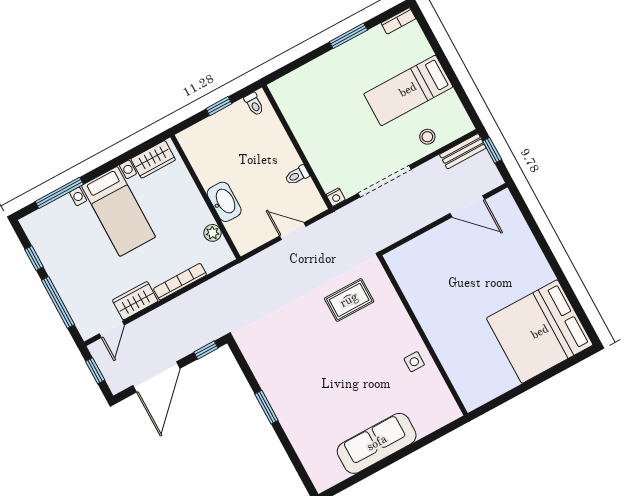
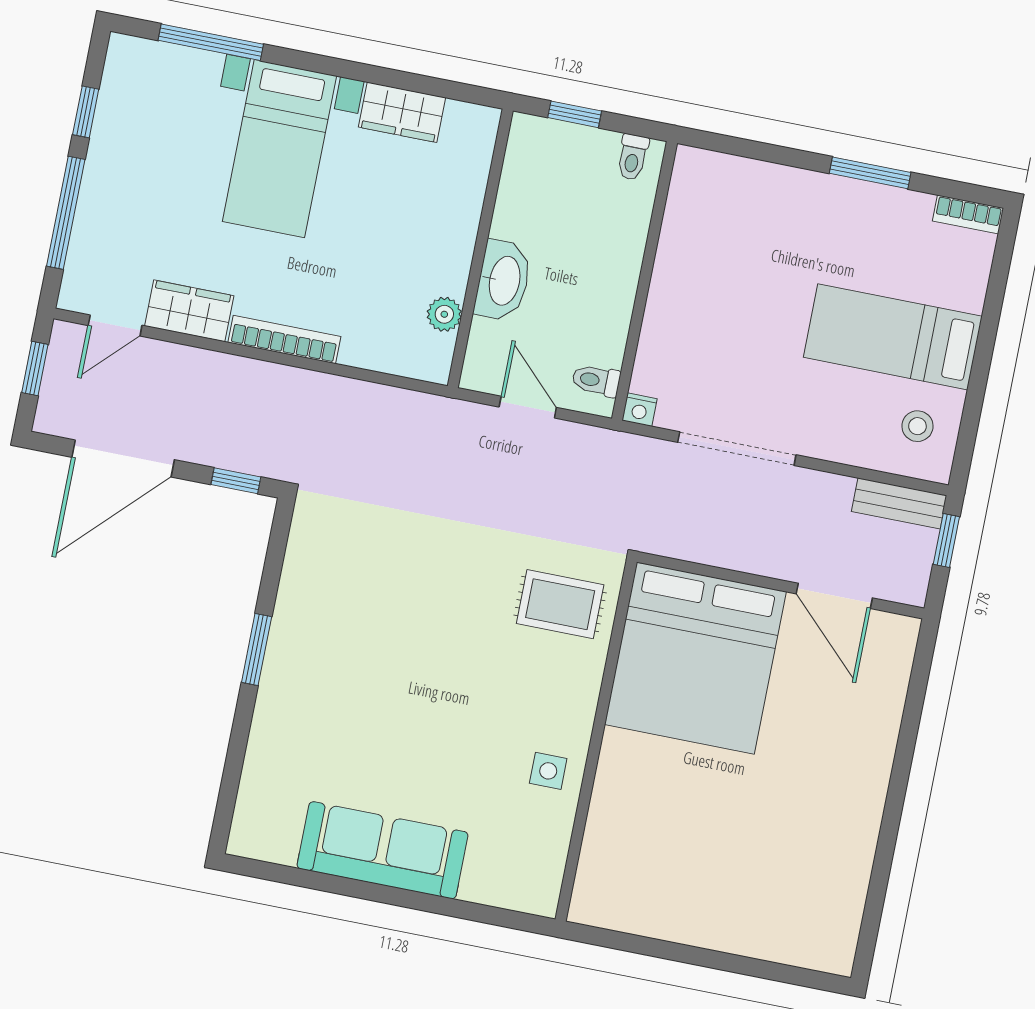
stool: (427, 137) -> (917, 426), moved
toilet: (297, 175) -> (596, 380), moved
wall: (205, 197) -> (480, 248), moved
washbasin: (224, 202) -> (503, 280), moved
plant: (213, 233) -> (444, 314), moved
rug: (349, 300) -> (560, 604), moved
bed: (540, 332) -> (695, 658), moved, turned -90

